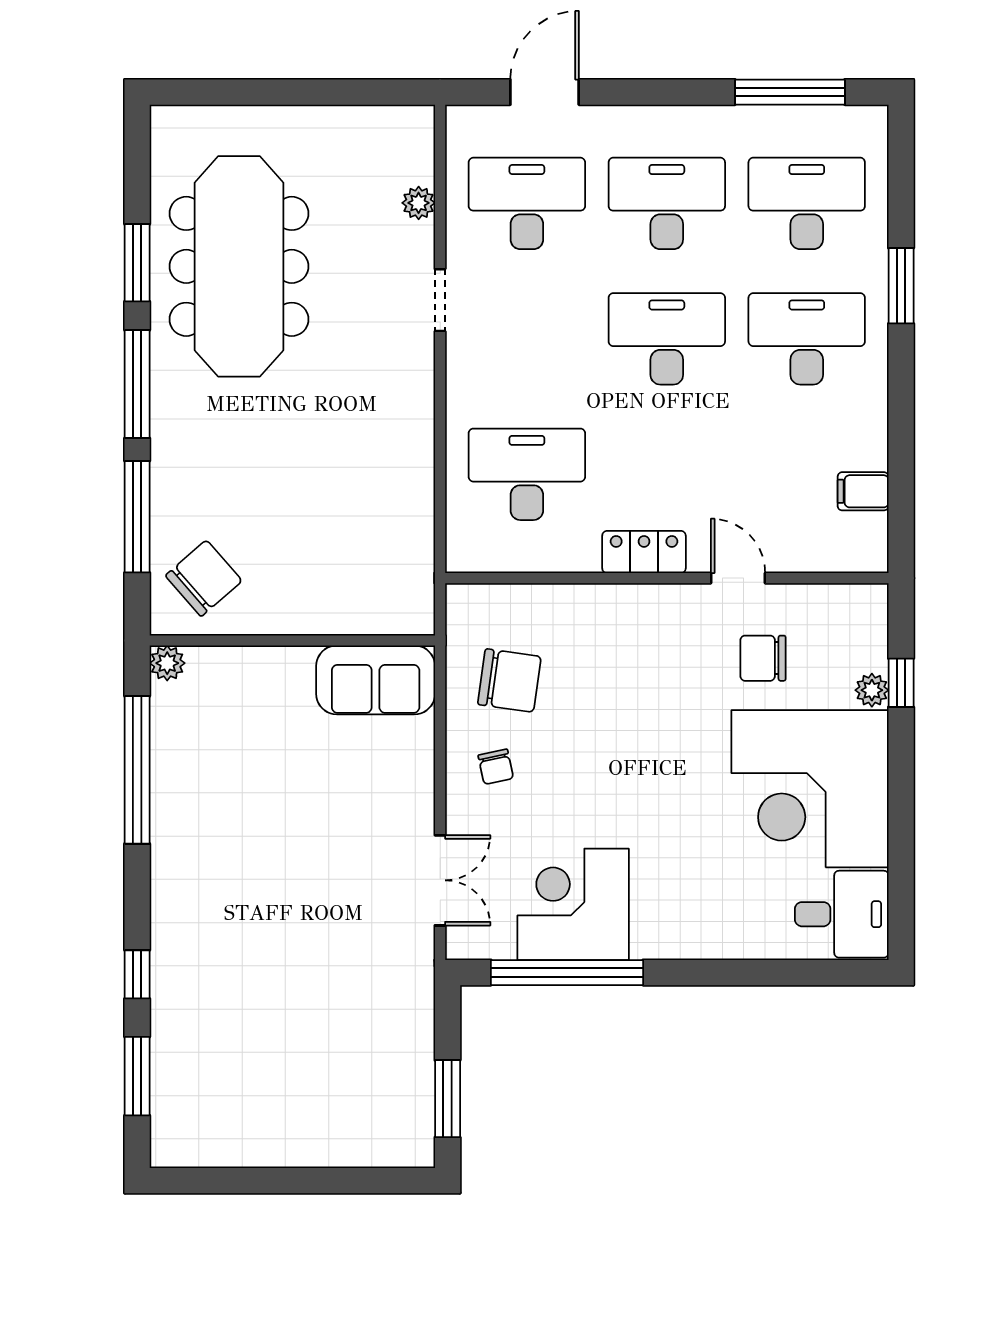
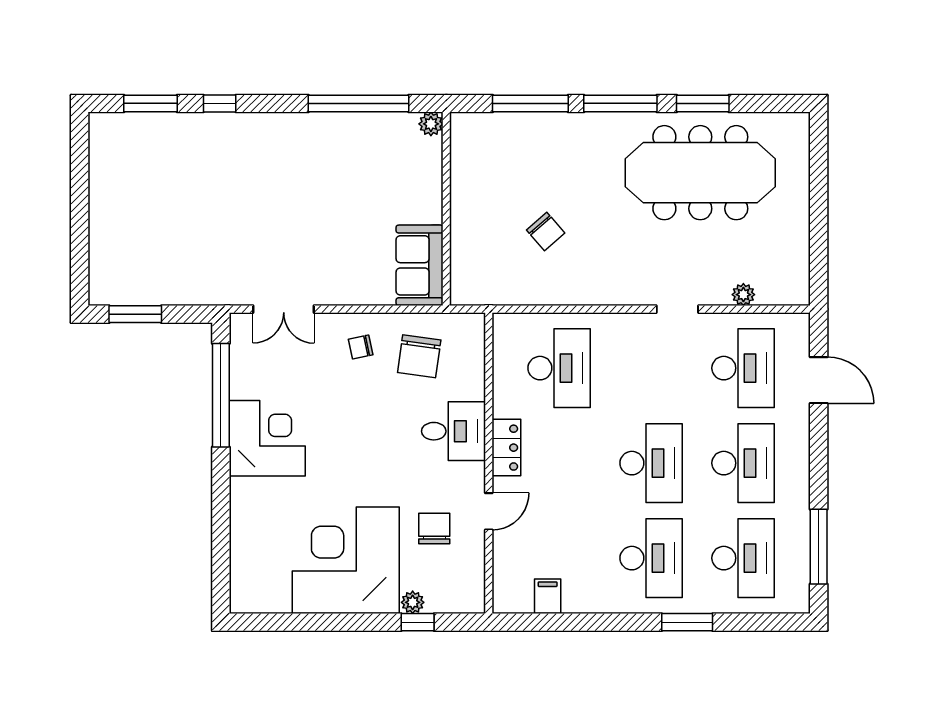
chair: (204, 578) -> (546, 232), moved, width x0.73, depth x0.73
corner desk: (573, 904) -> (267, 438), moved
desk: (842, 914) -> (453, 431), moved, turned -90

